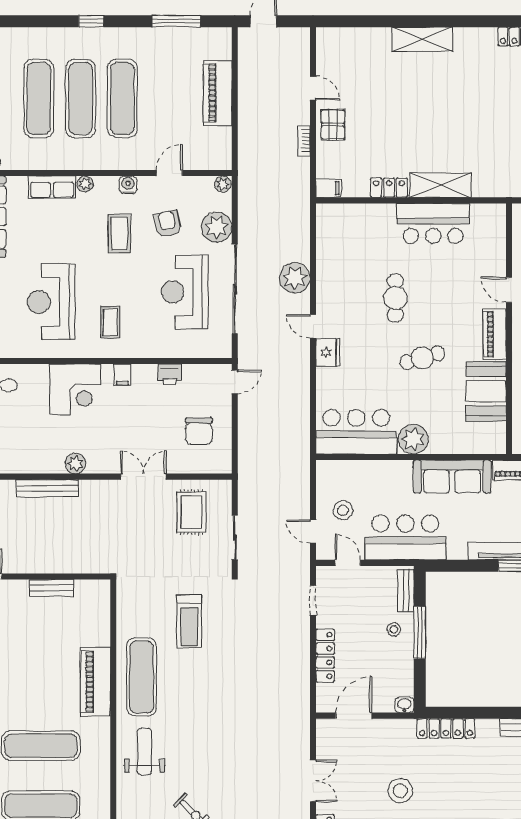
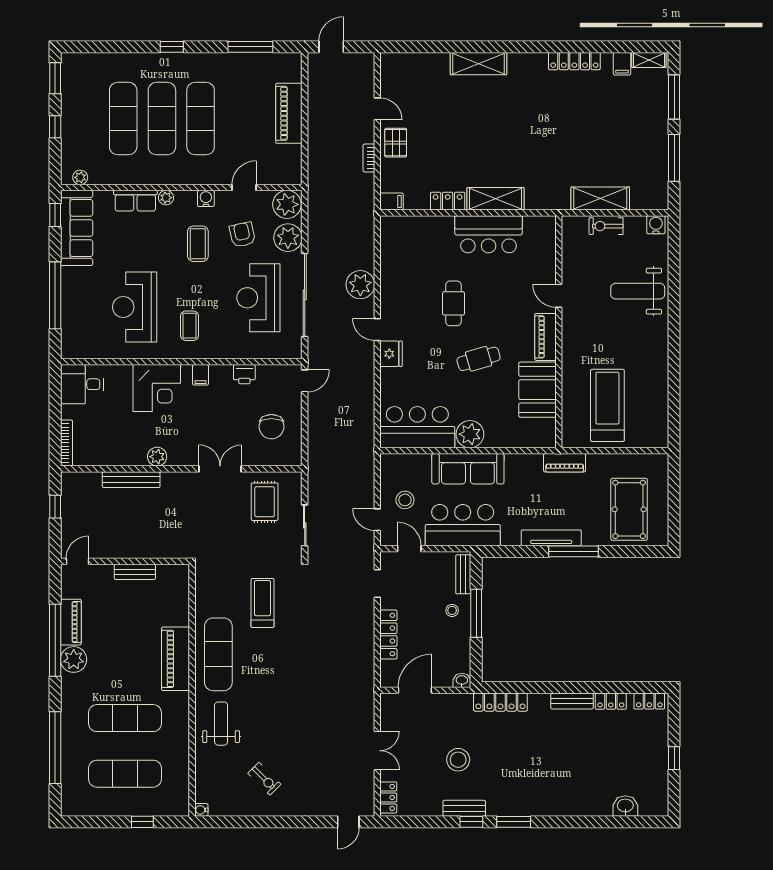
plant: (223, 184) -> (287, 204), width x1.88, depth x1.88
sofa: (452, 477) -> (468, 469), moved
treadmill: (189, 621) -> (262, 603), turned 180

